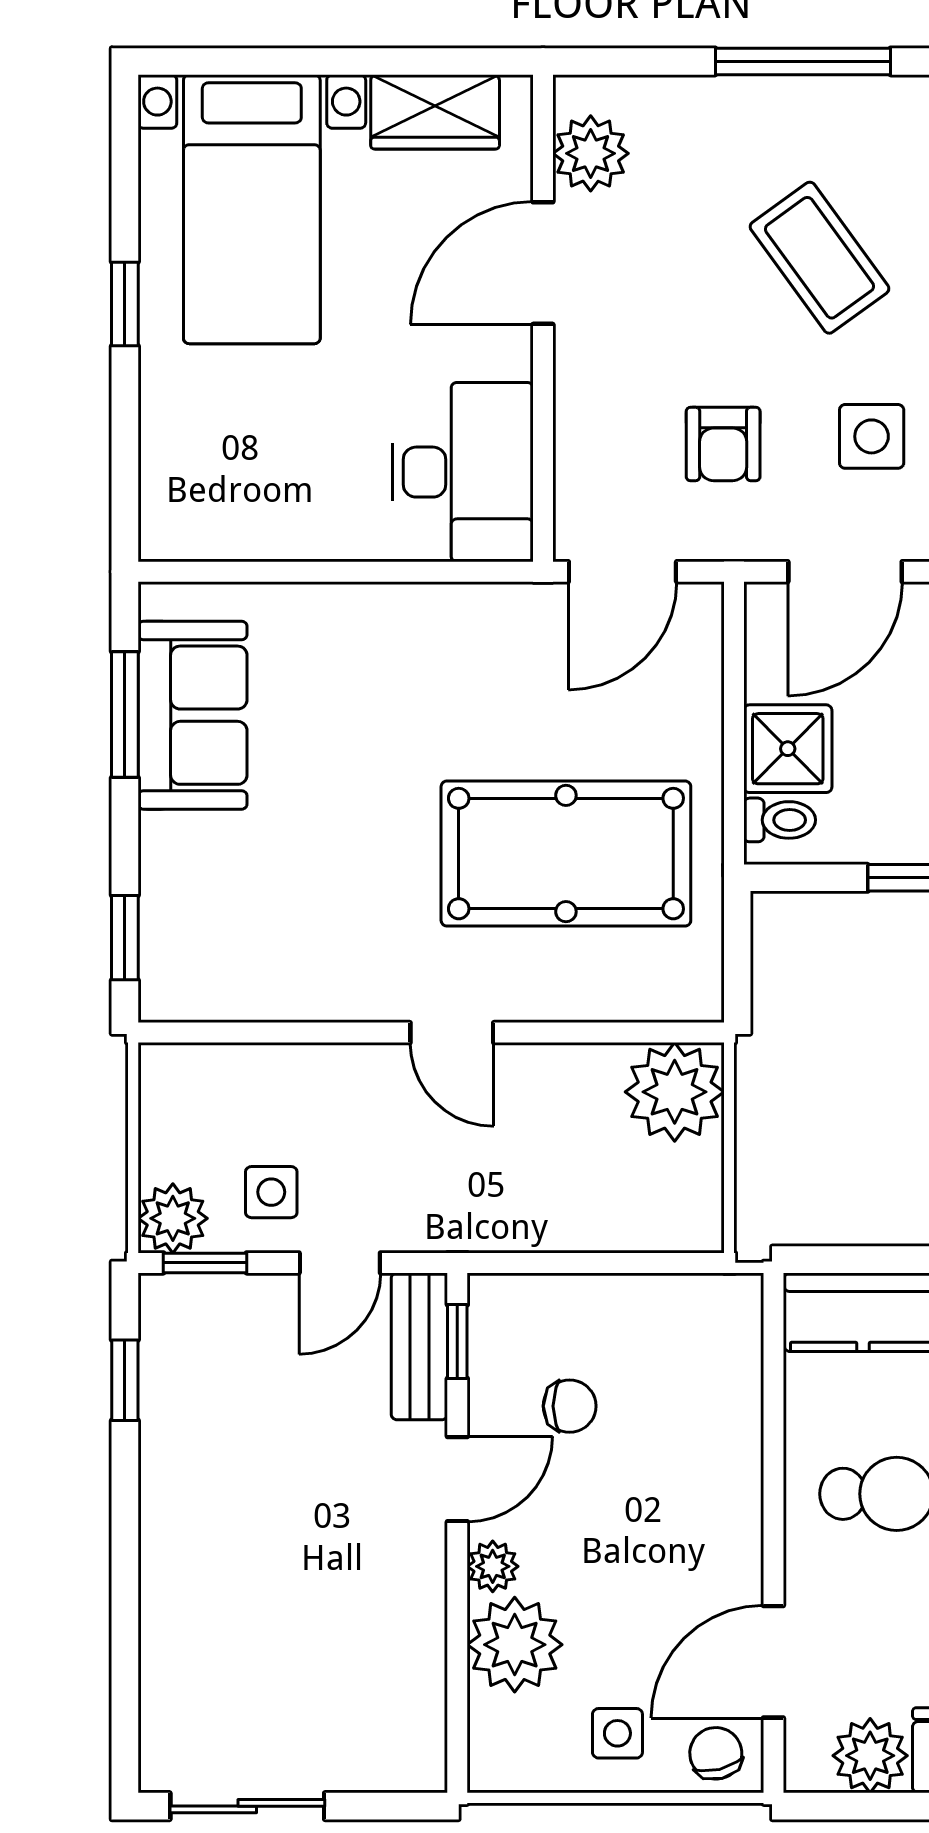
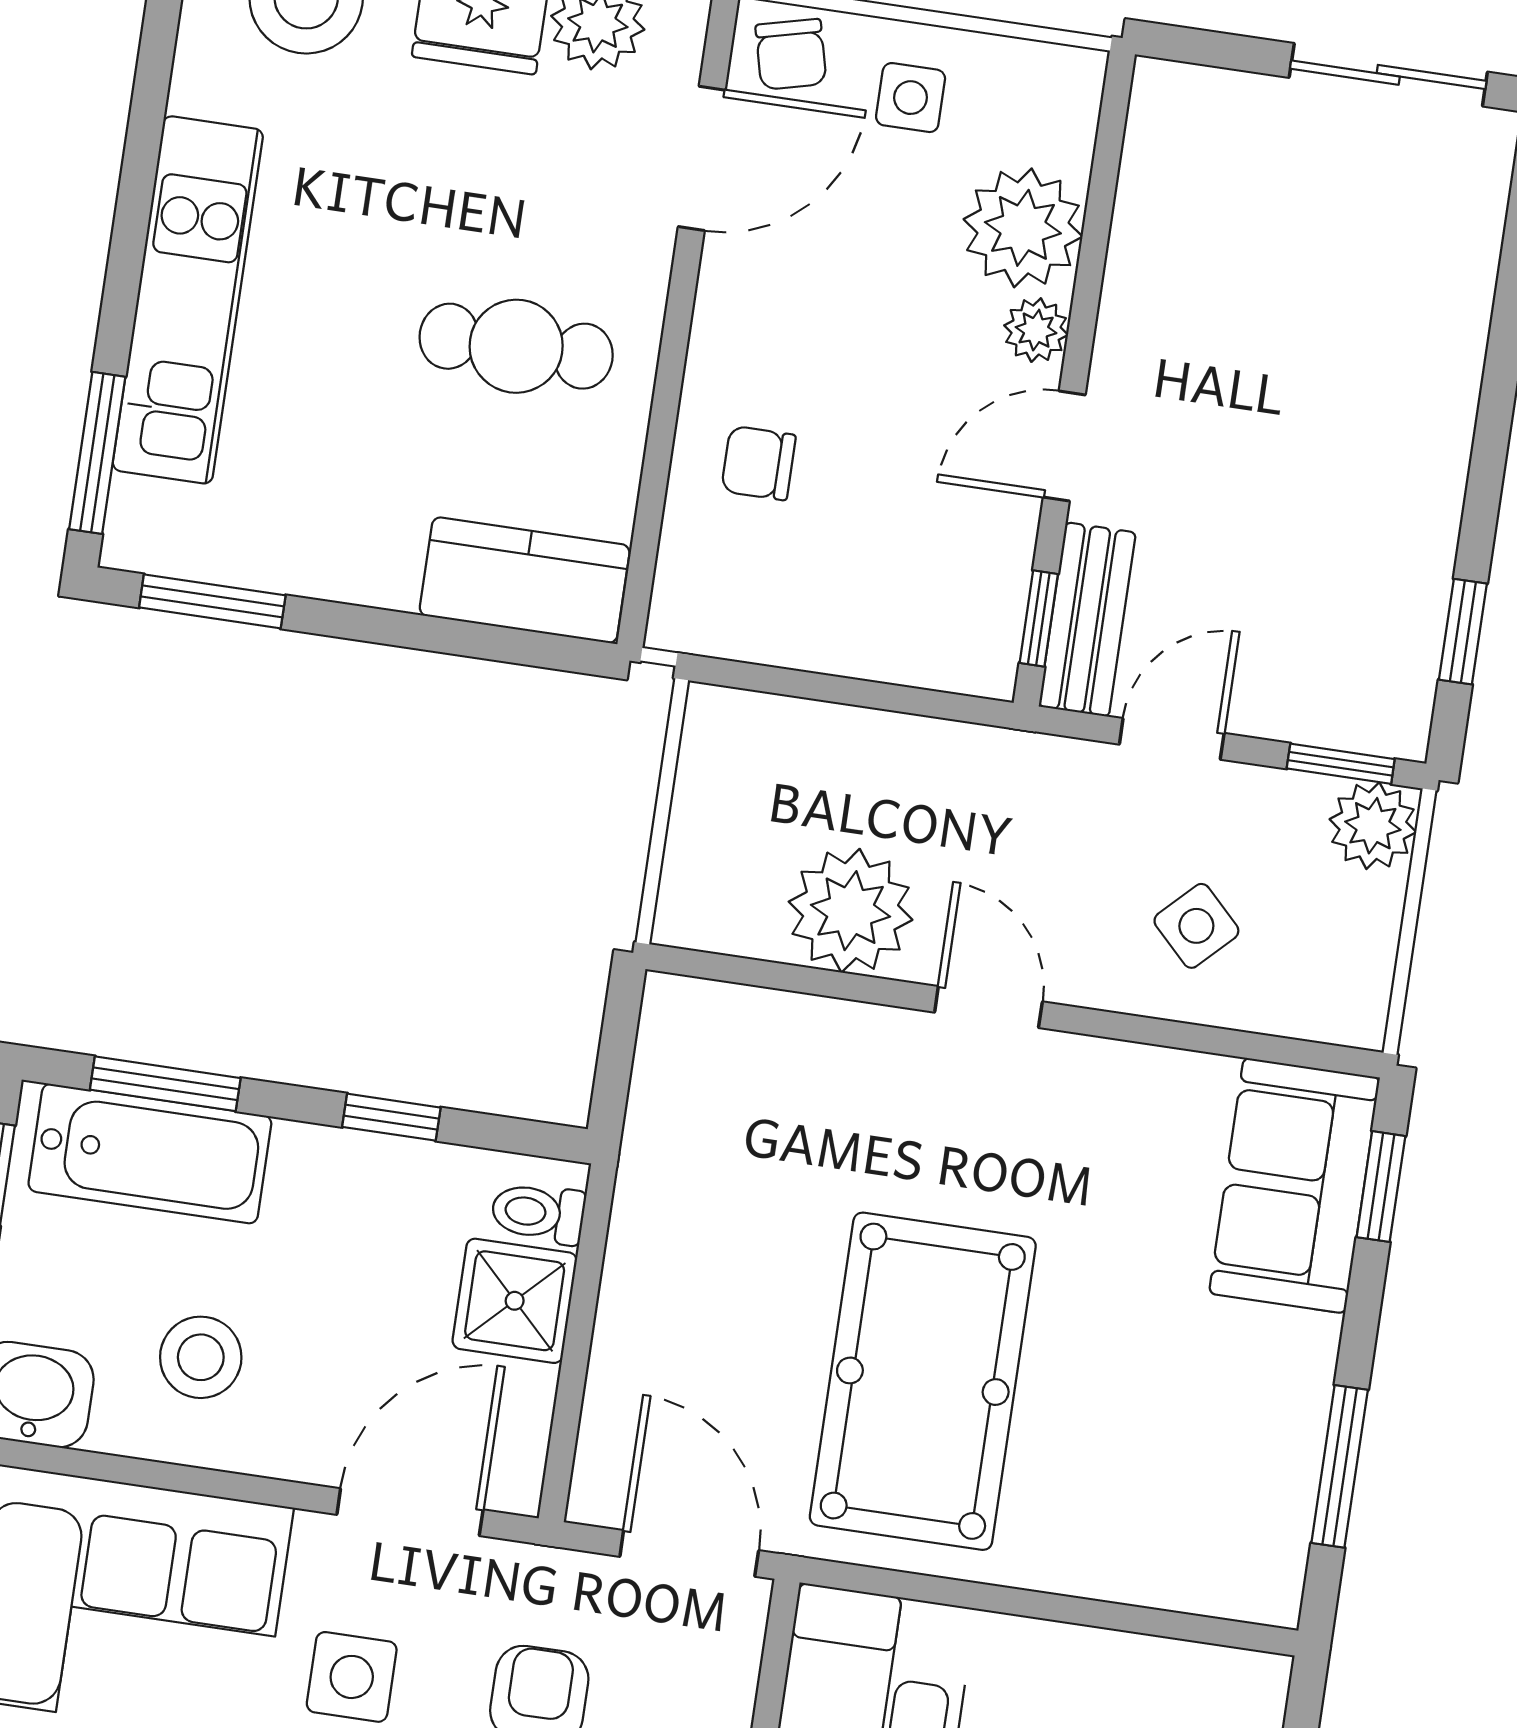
door: (622, 572) -> (689, 1553), hinge flipped
sofa: (193, 715) -> (1294, 1186), moved
pool table: (566, 854) -> (923, 1381), moved, turned 90
plant: (675, 1092) -> (851, 911), moved
side table: (271, 1192) -> (1196, 926), moved, turned 45
chair: (570, 1406) -> (758, 463), moved

